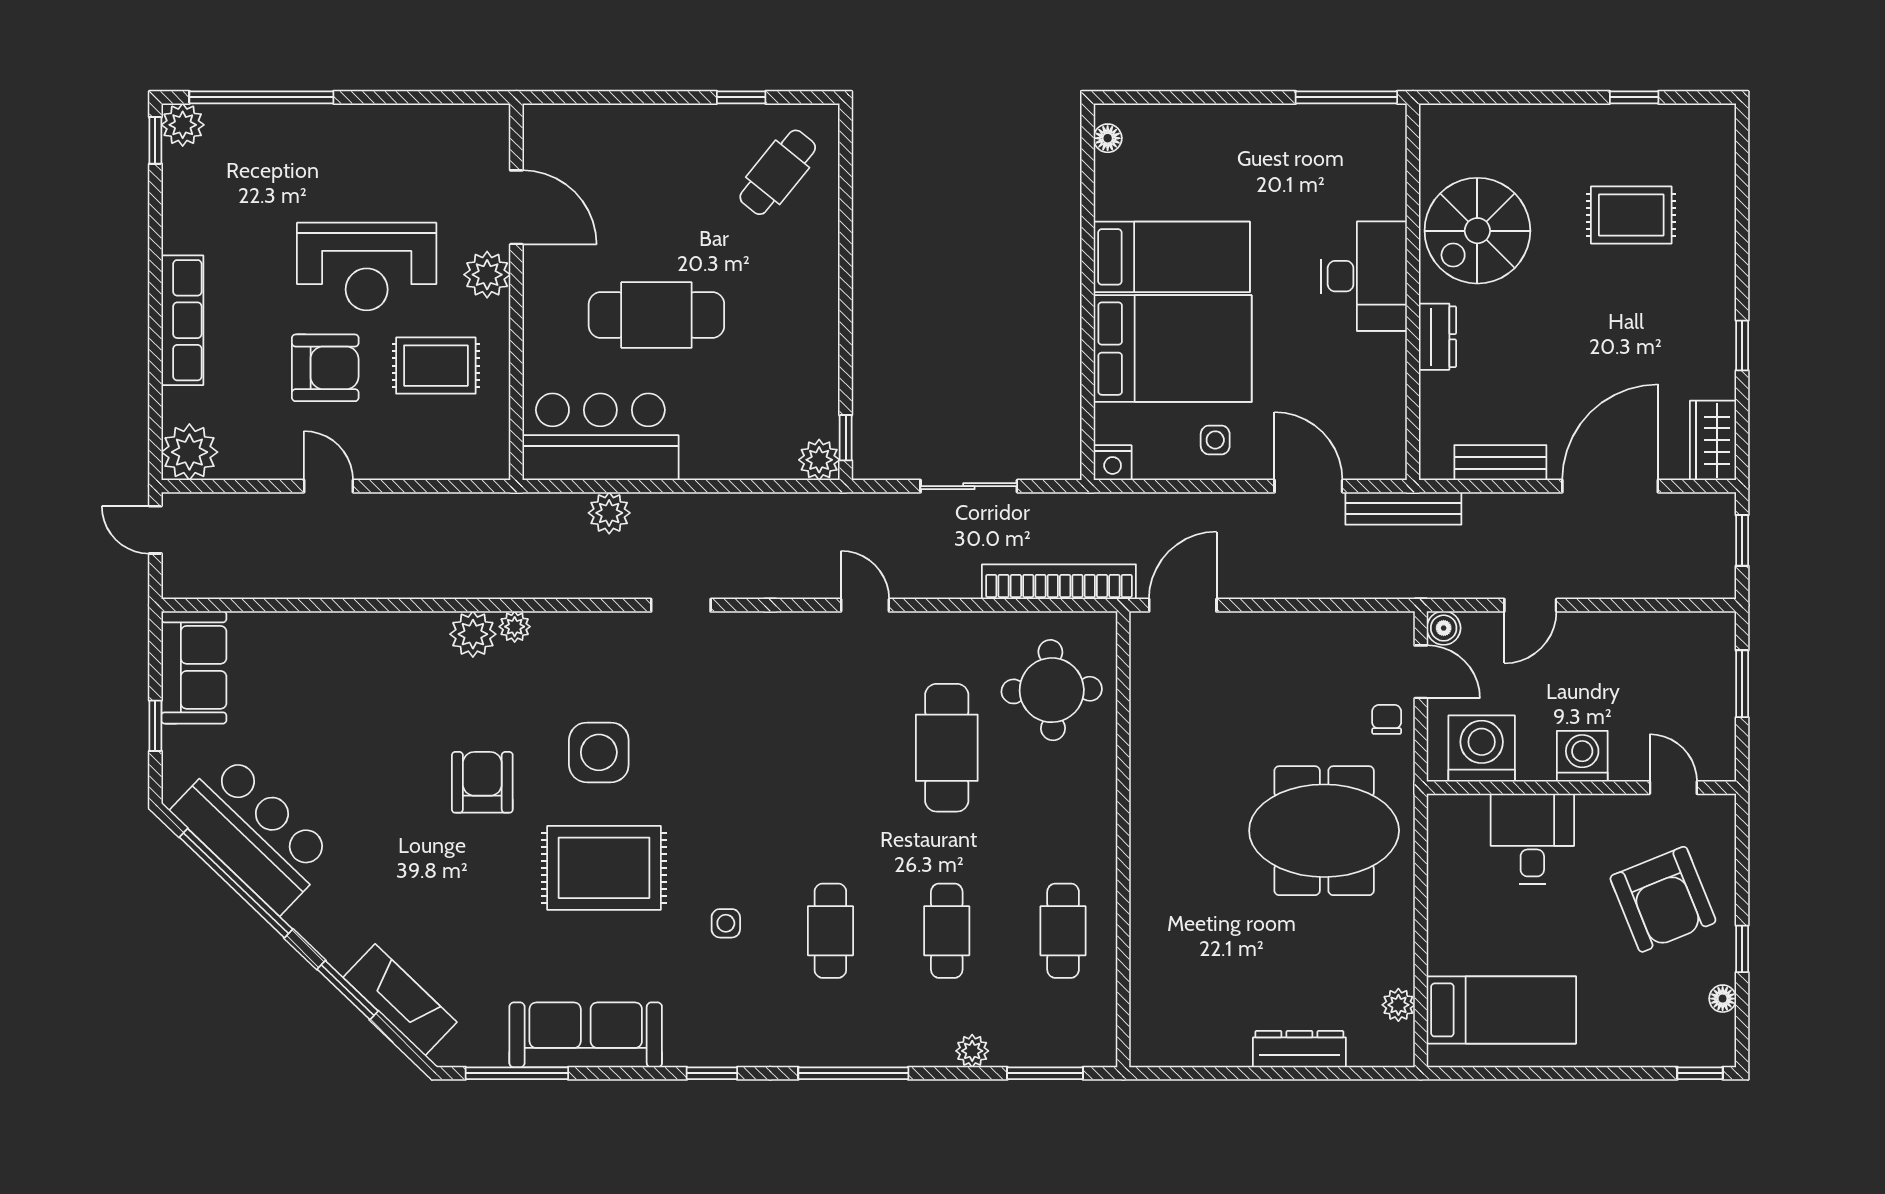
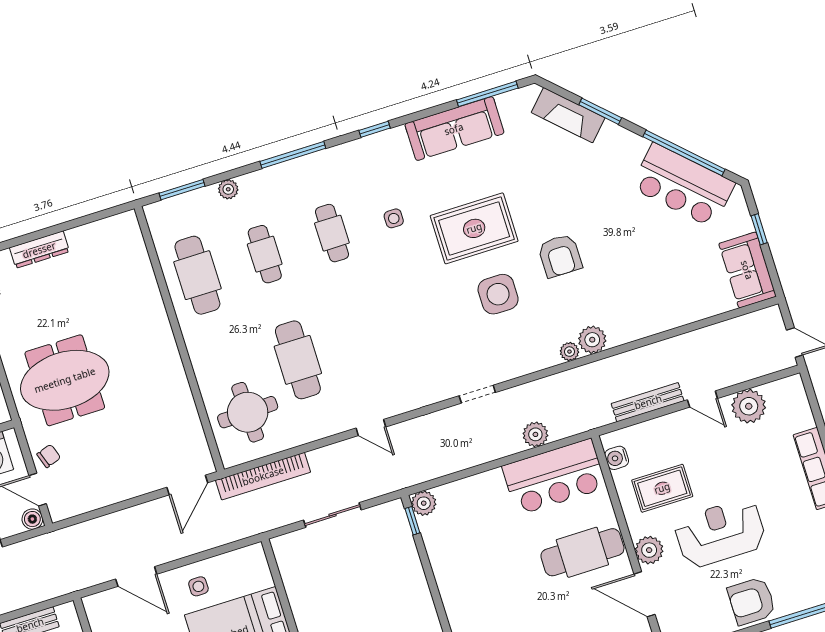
cafe table: (656, 315) -> (582, 552), moved
armchair: (325, 368) -> (752, 601), moved
water cooler: (493, 436) -> (617, 458), added
plant: (189, 452) -> (749, 406), moved
nightstand: (1113, 463) -> (254, 555), removed
bench: (1403, 508) -> (648, 402), moved
chair: (1387, 719) -> (49, 456), turned -109
cafe table: (1063, 931) -> (197, 275), width x1.37, depth x1.35

